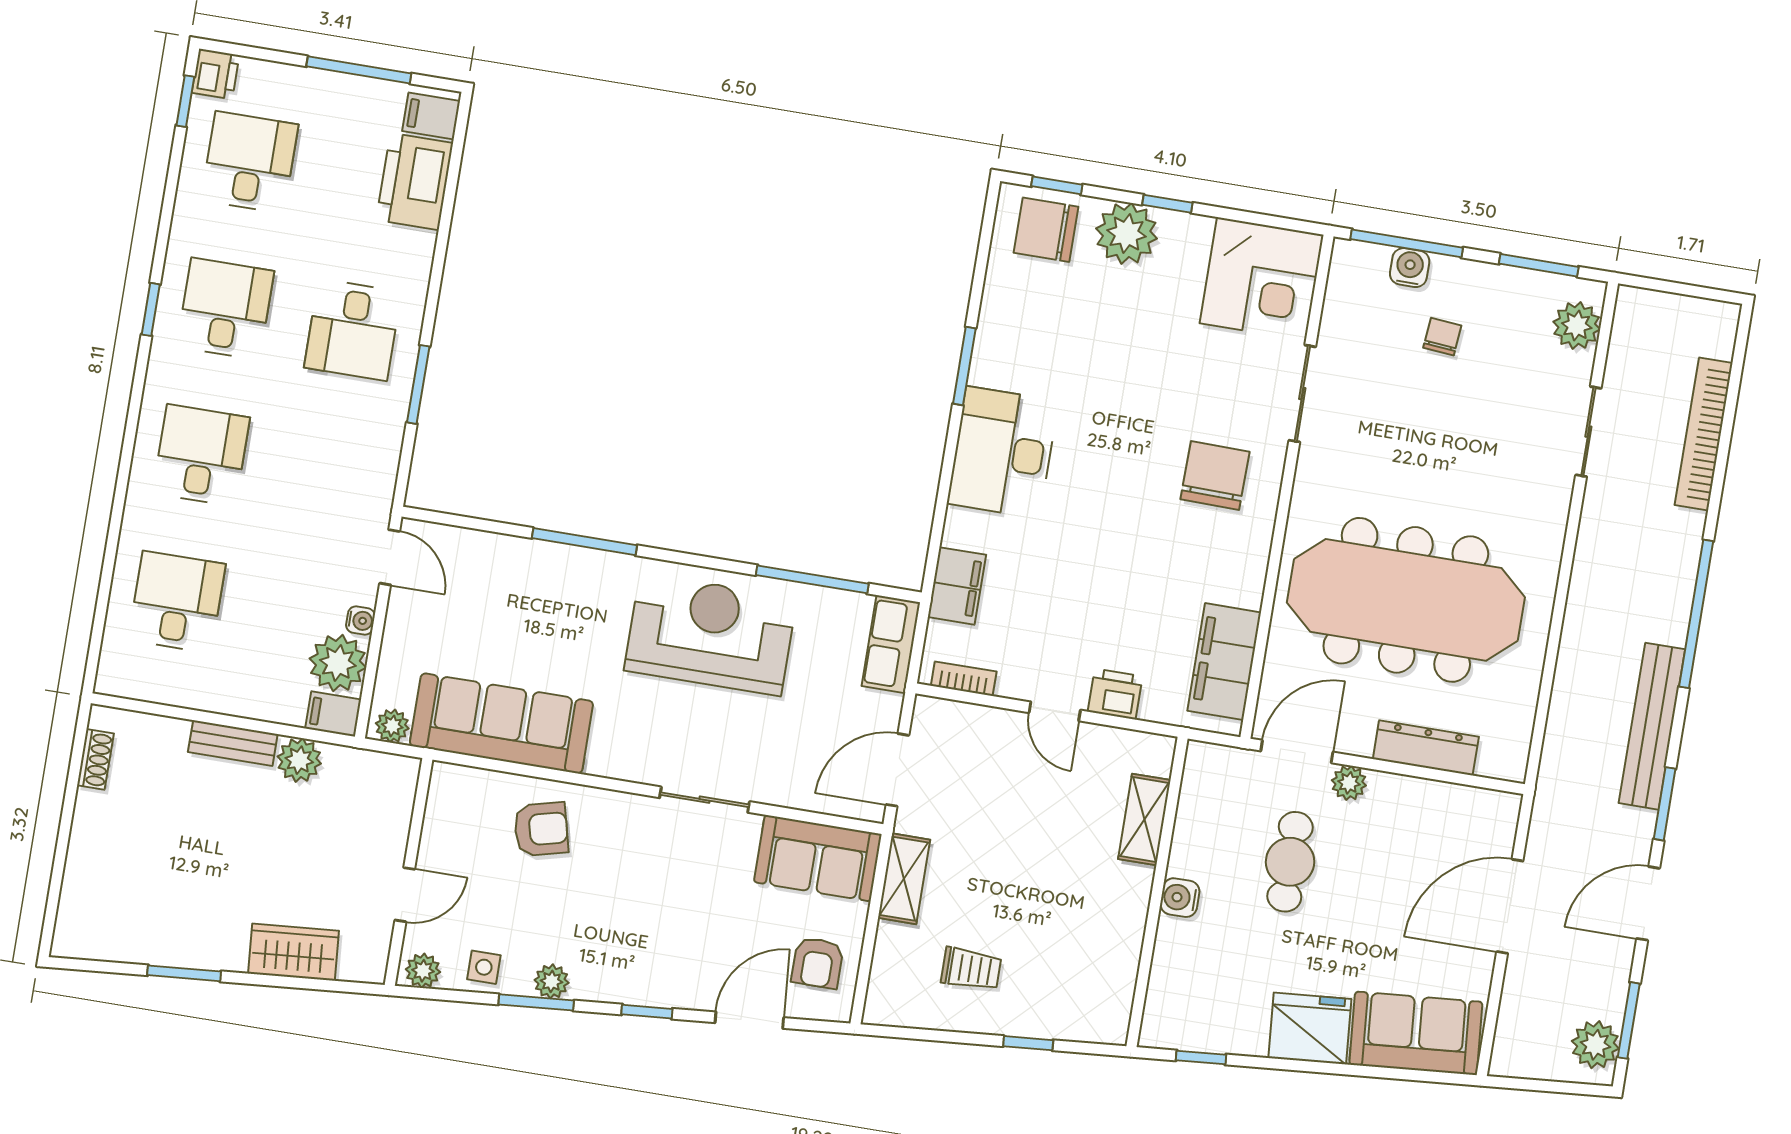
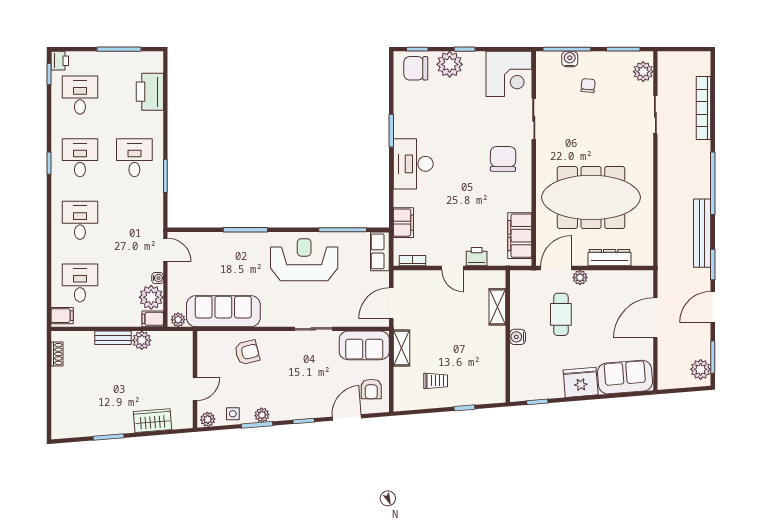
filing cabinet: (431, 116) -> (62, 316), moved, turned 180
desk: (353, 330) -> (134, 158), turned 180

